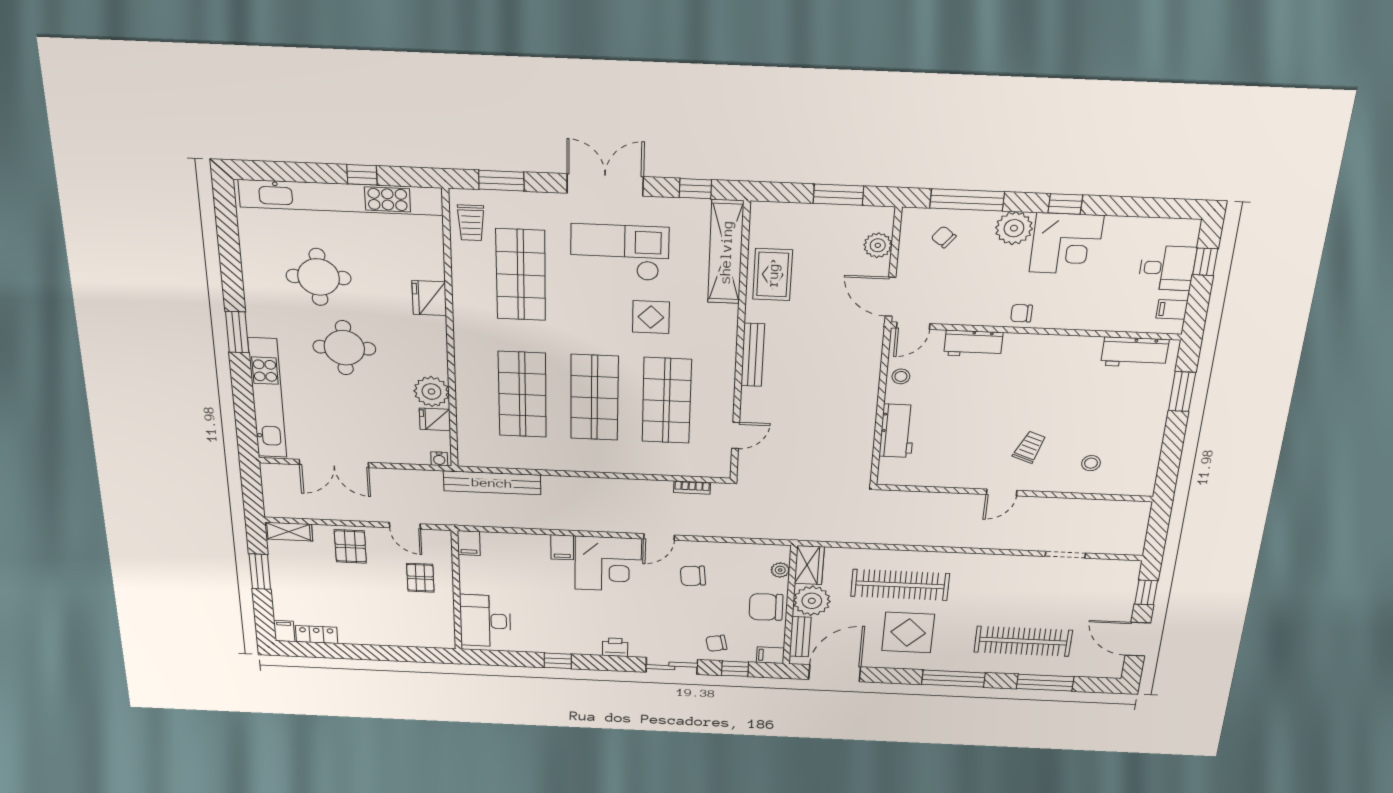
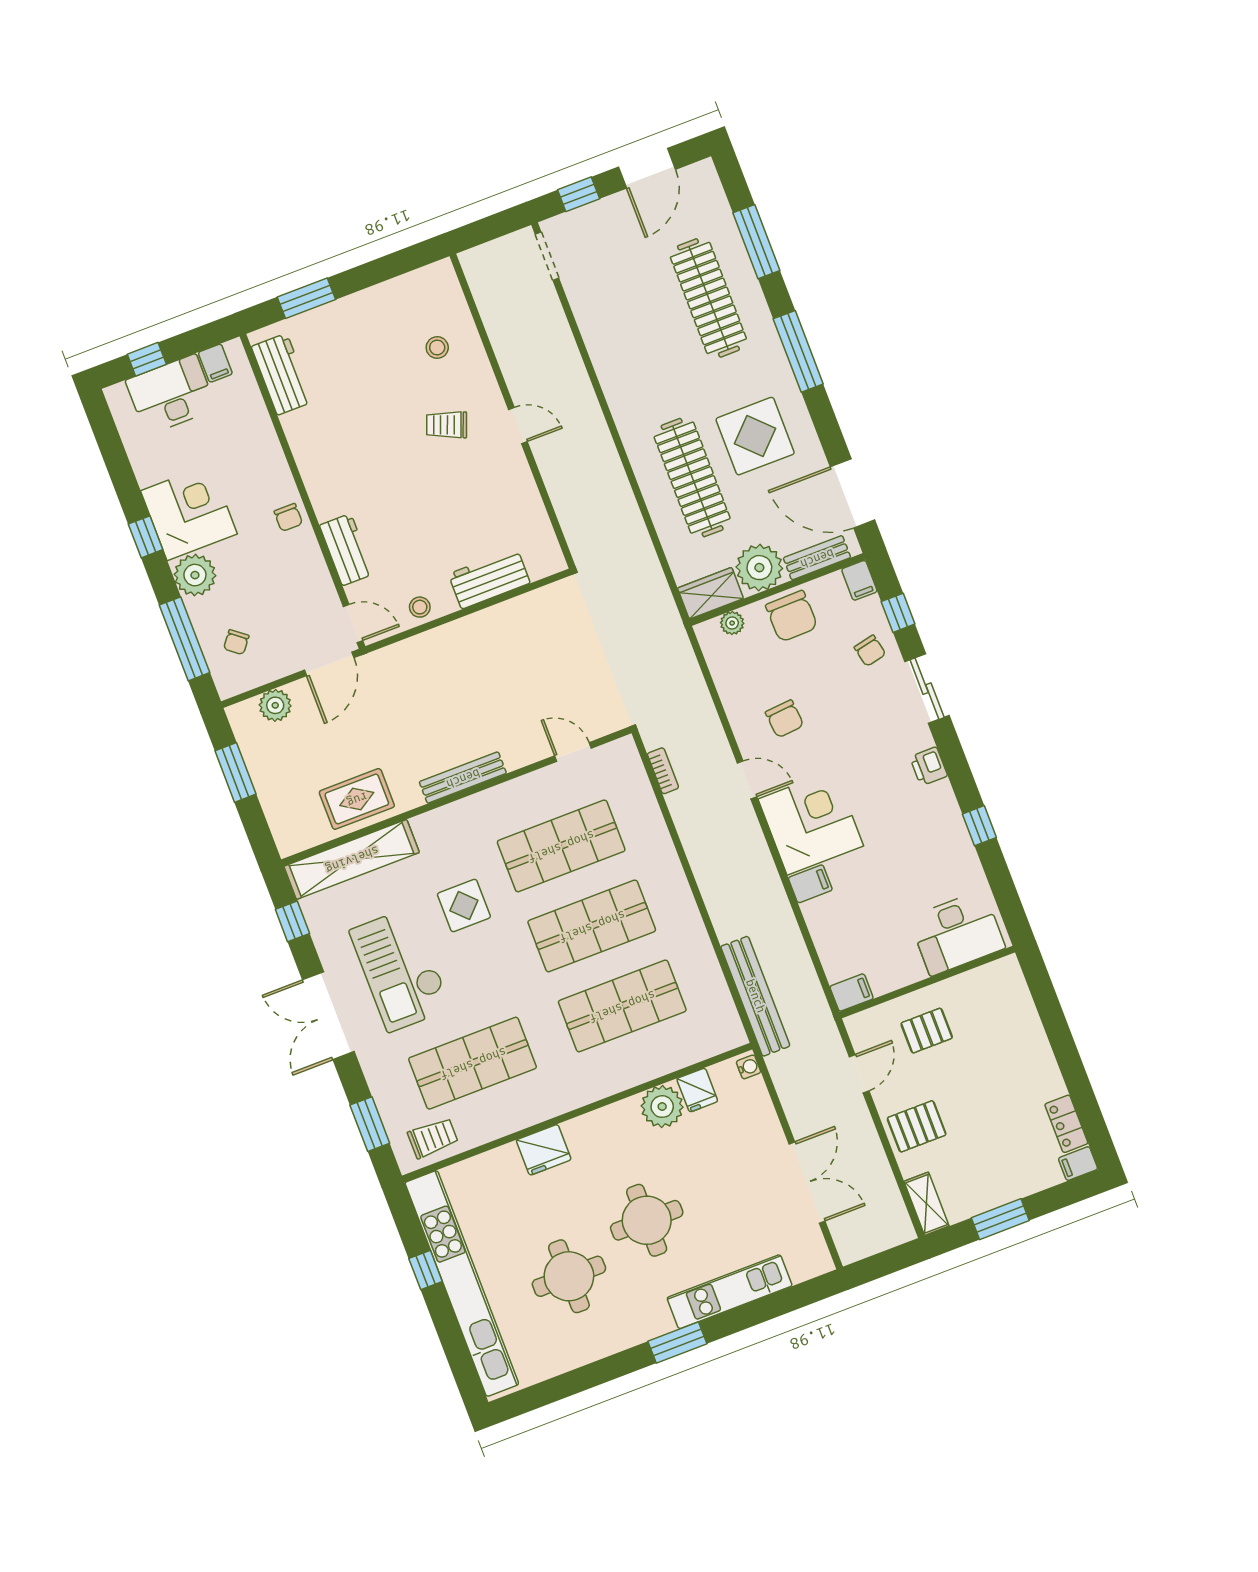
desk: (1167, 268) -> (171, 394), width x1.37
kitchen unit: (267, 398) -> (730, 1292), width x0.73
doorway: (1065, 555) -> (547, 256), moved

